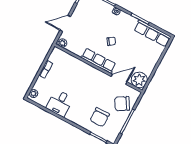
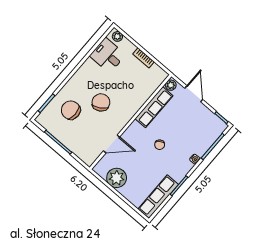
row of seats: (98, 61) -> (154, 107), moved
door: (119, 79) -> (112, 144), hinge flipped
plant: (139, 80) -> (117, 178), moved
desk: (60, 103) -> (108, 55), moved
chair: (122, 104) -> (101, 102), moved

